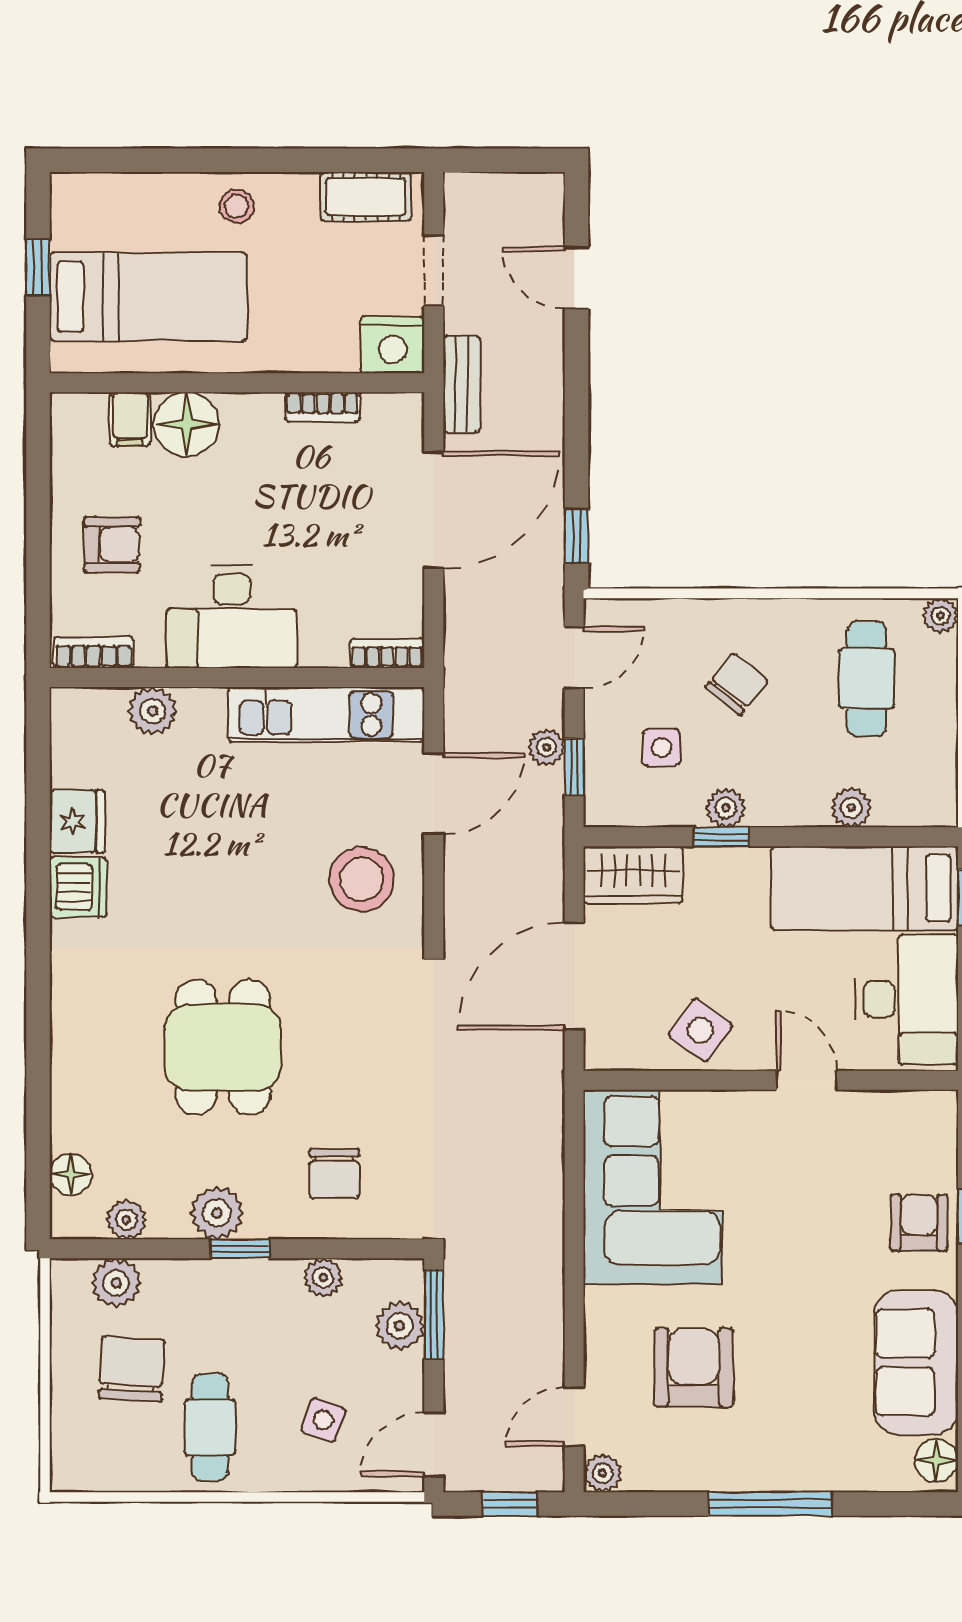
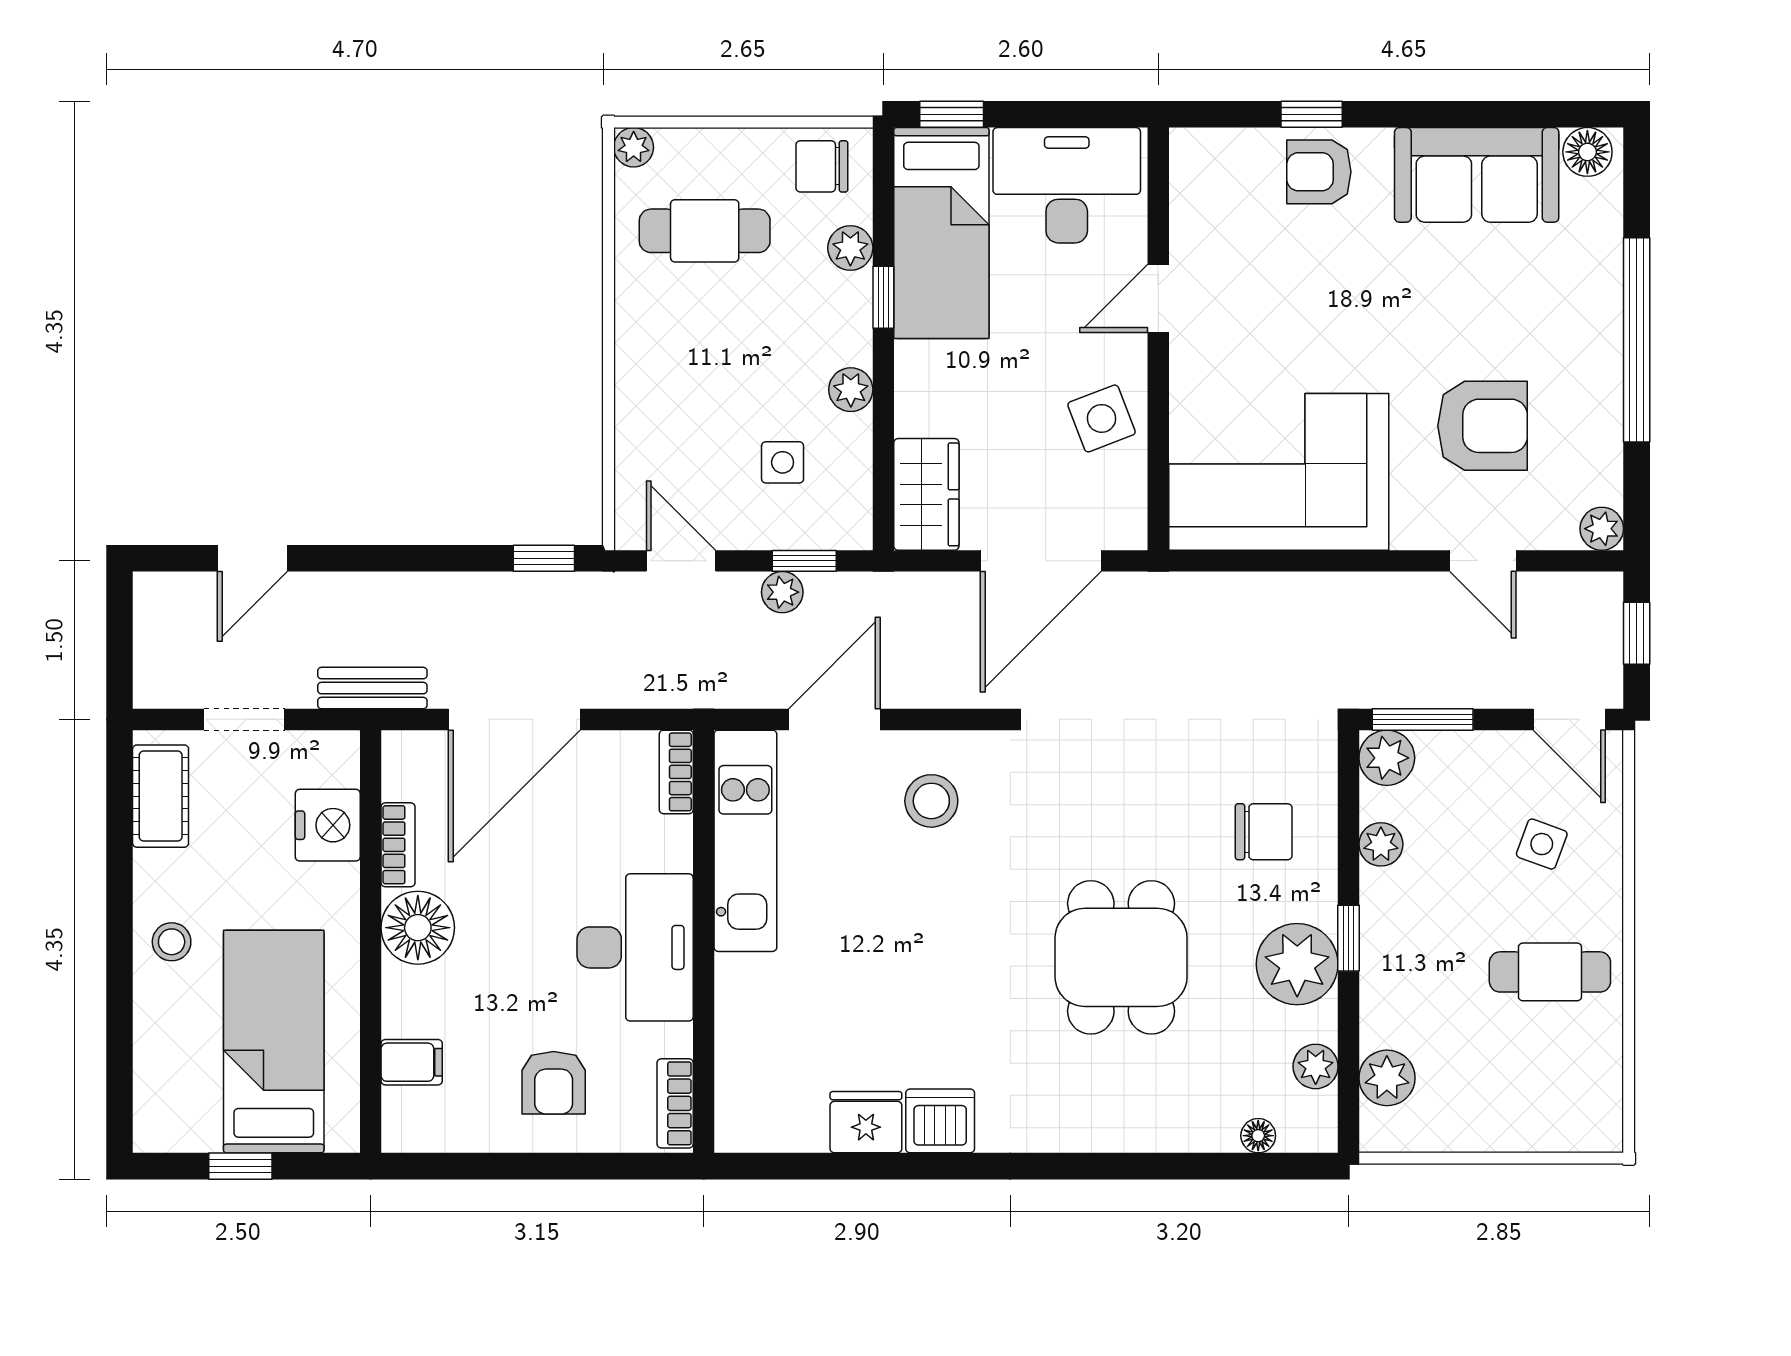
nightstand: (392, 345) -> (328, 825), moved
floor lamp: (187, 424) -> (418, 928), moved
door: (434, 510) -> (514, 719), swing flipped
armchair: (112, 545) -> (554, 1083), turned 180
chair: (737, 684) -> (822, 166), moved, turned -39
plant: (153, 711) -> (741, 1037), removed
door: (434, 793) -> (834, 719), hinge flipped
window: (721, 837) -> (883, 297), moved
stool: (361, 879) -> (931, 801), width x0.73, depth x0.73
door: (574, 976) -> (1041, 561), hinge flipped
side table: (700, 1030) -> (1102, 418), turned 33
dining table: (223, 1047) -> (1121, 957), turned 90
floor lamp: (71, 1175) -> (1258, 1136), width x0.73, depth x0.73
plant: (217, 1213) -> (1297, 964), width x1.36, depth x1.36
plant: (400, 1326) -> (1387, 758), moved
armchair: (694, 1368) -> (1483, 426), turned 180
chair: (132, 1369) -> (1484, 1060), removed
door: (574, 1417) -> (1483, 561), moved
window: (770, 1504) -> (1637, 340), width x1.46

